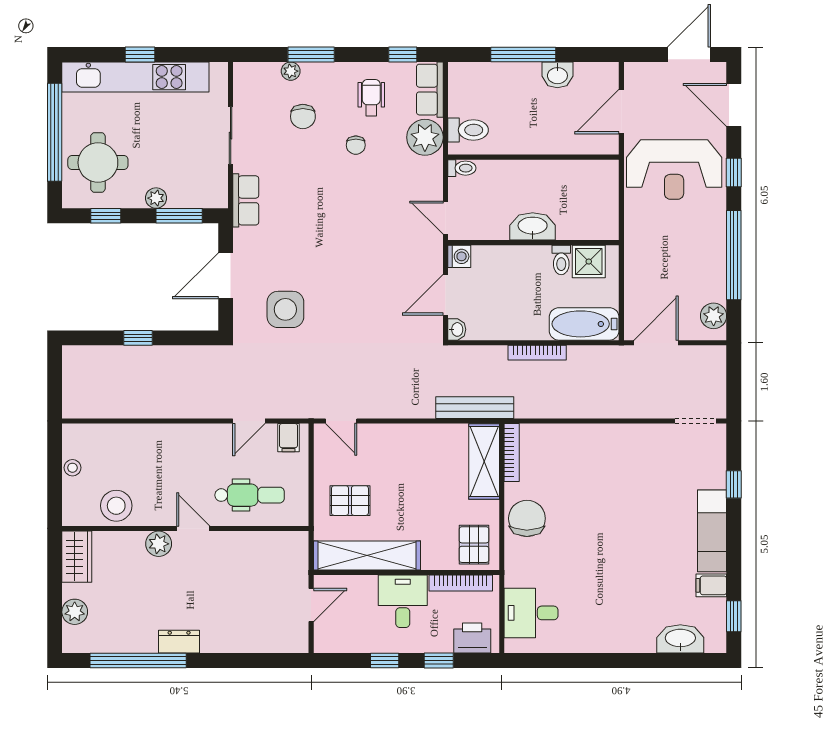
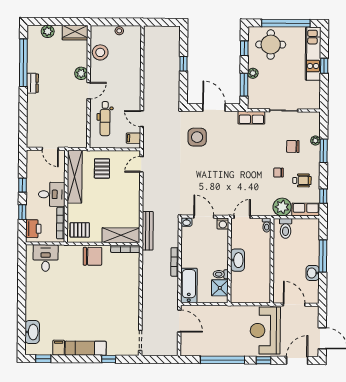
kitchen unit: (135, 77) -> (313, 54), width x0.73
plant: (714, 316) -> (192, 350), removed

